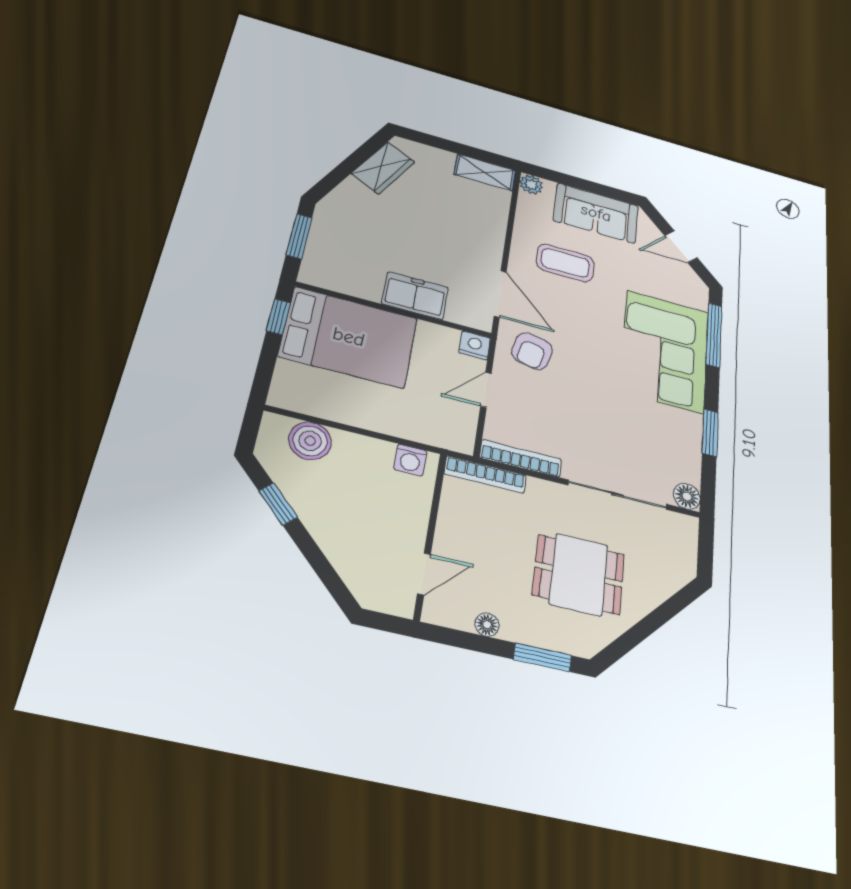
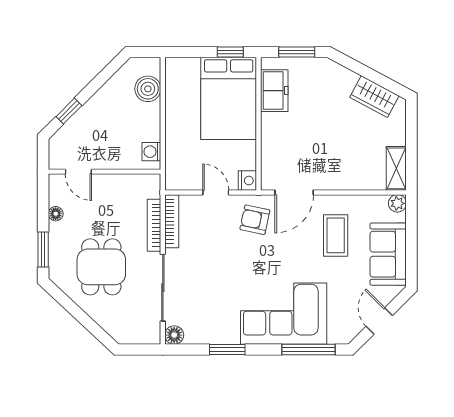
freezer: (415, 296) -> (274, 91), moved
bookcase: (485, 475) -> (154, 225), moved
window: (278, 504) -> (69, 111), moved

